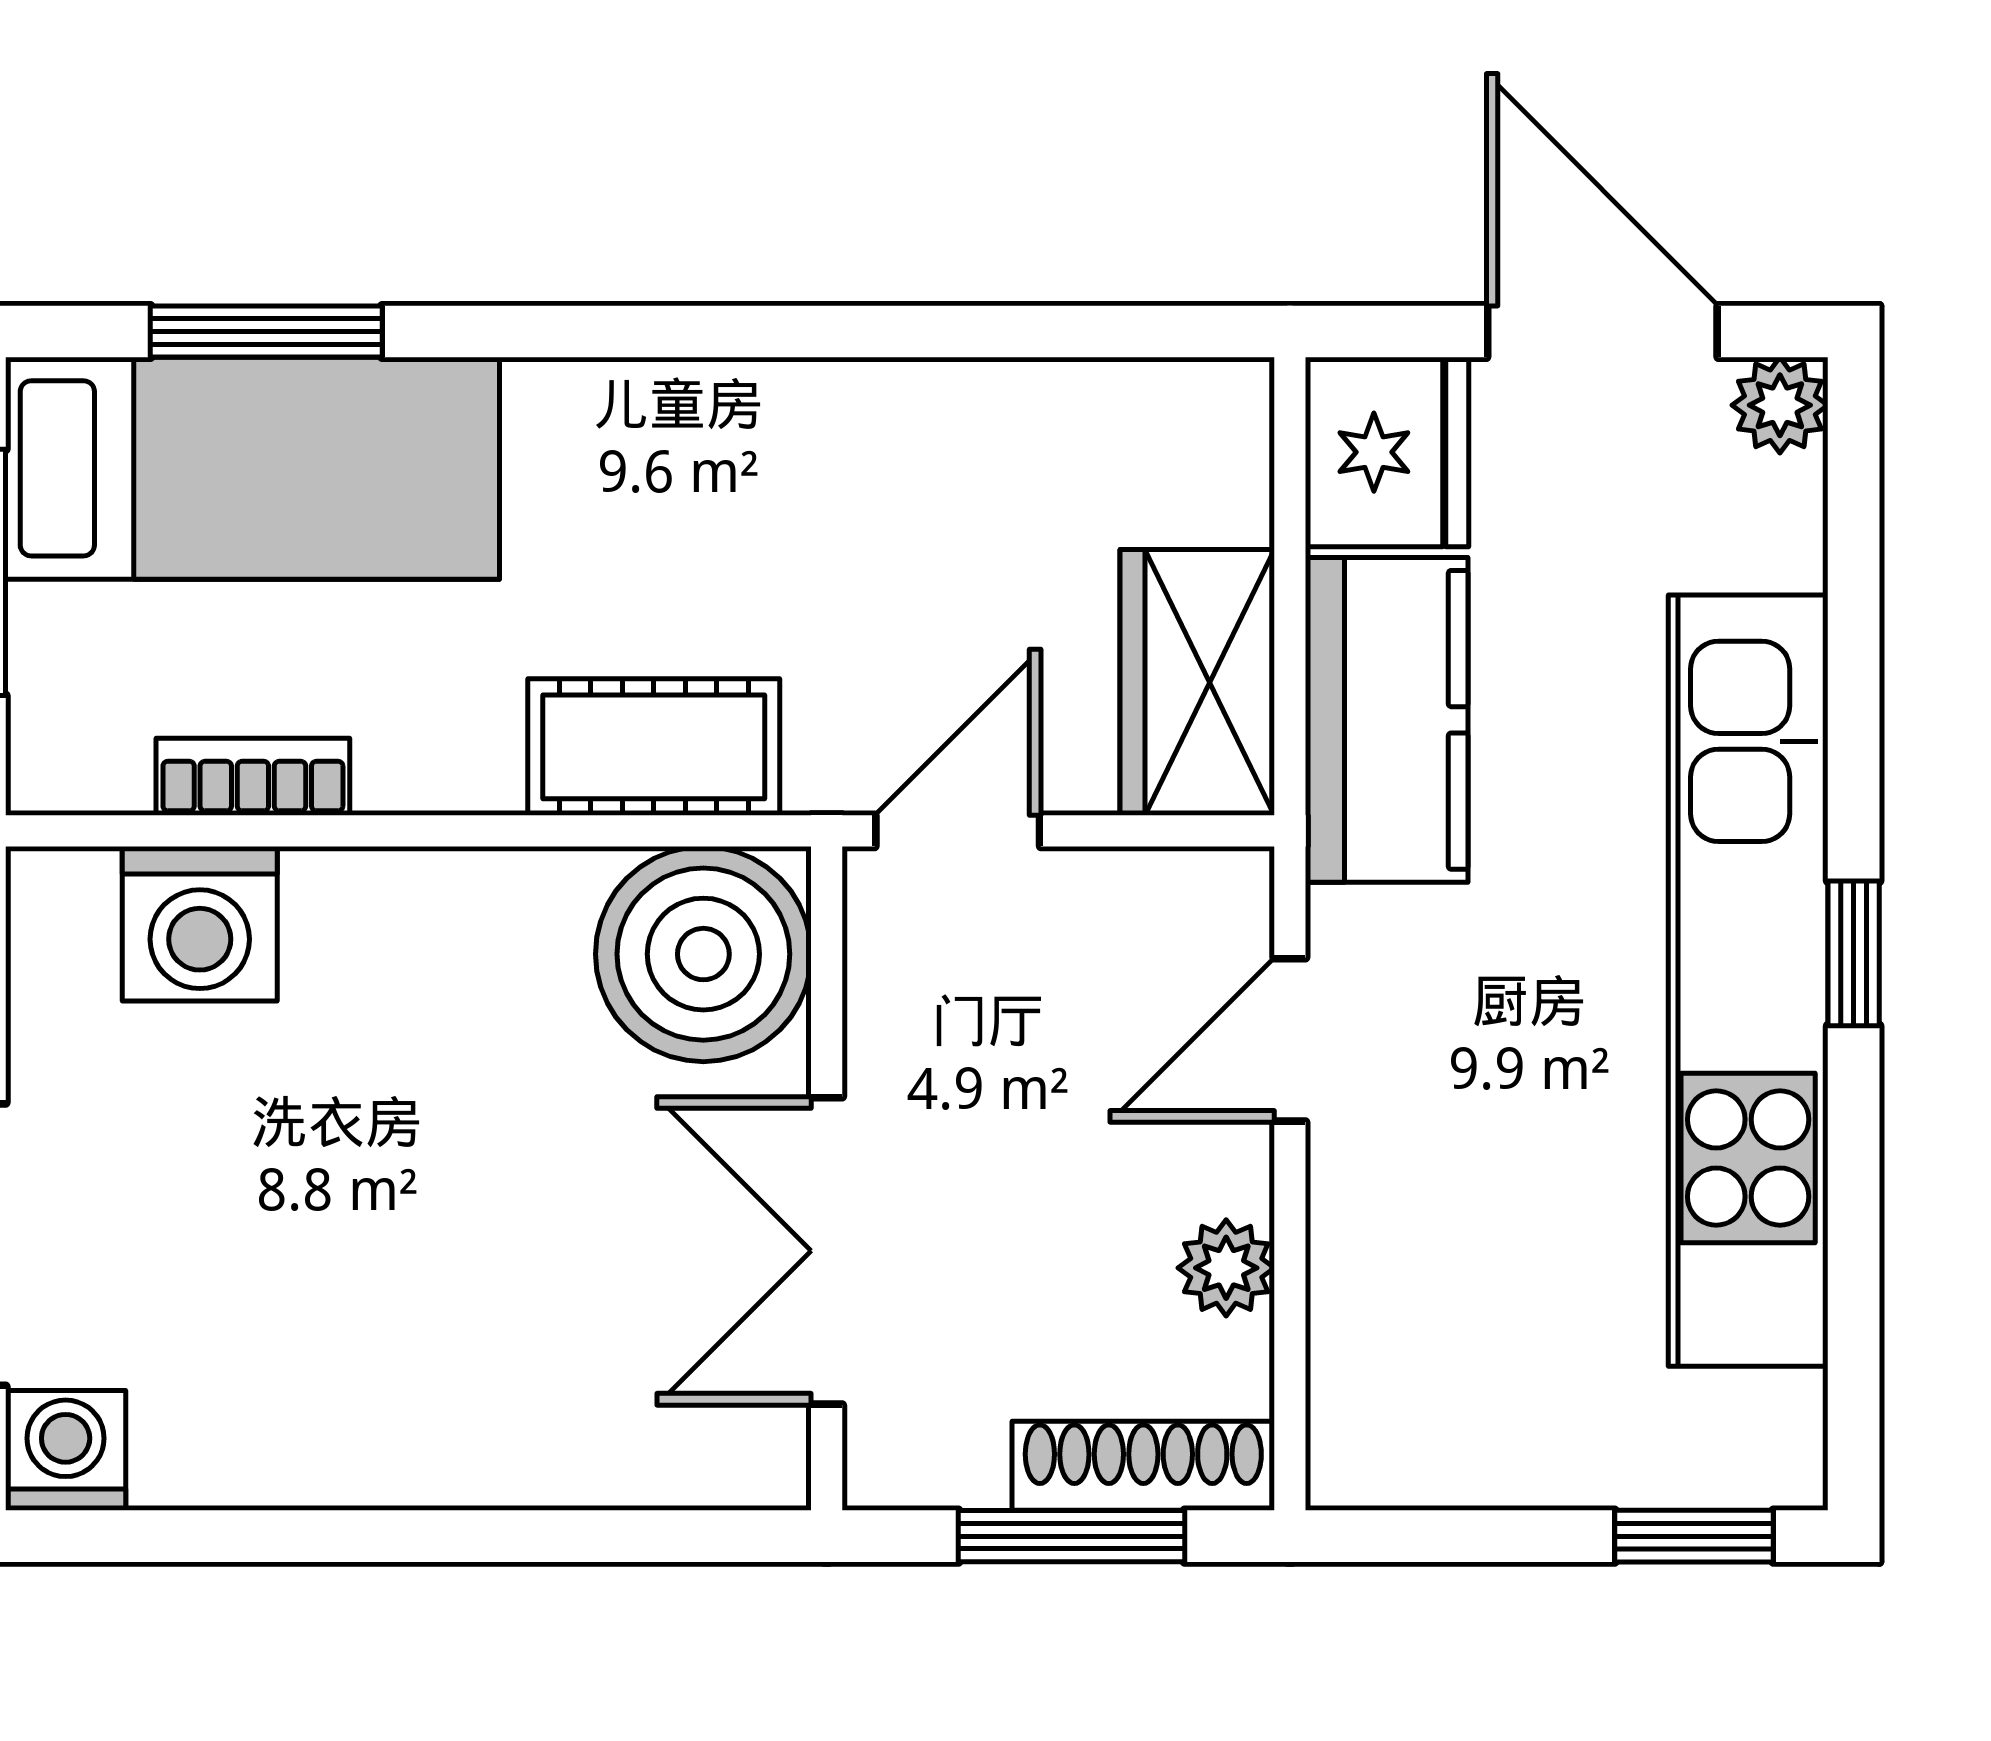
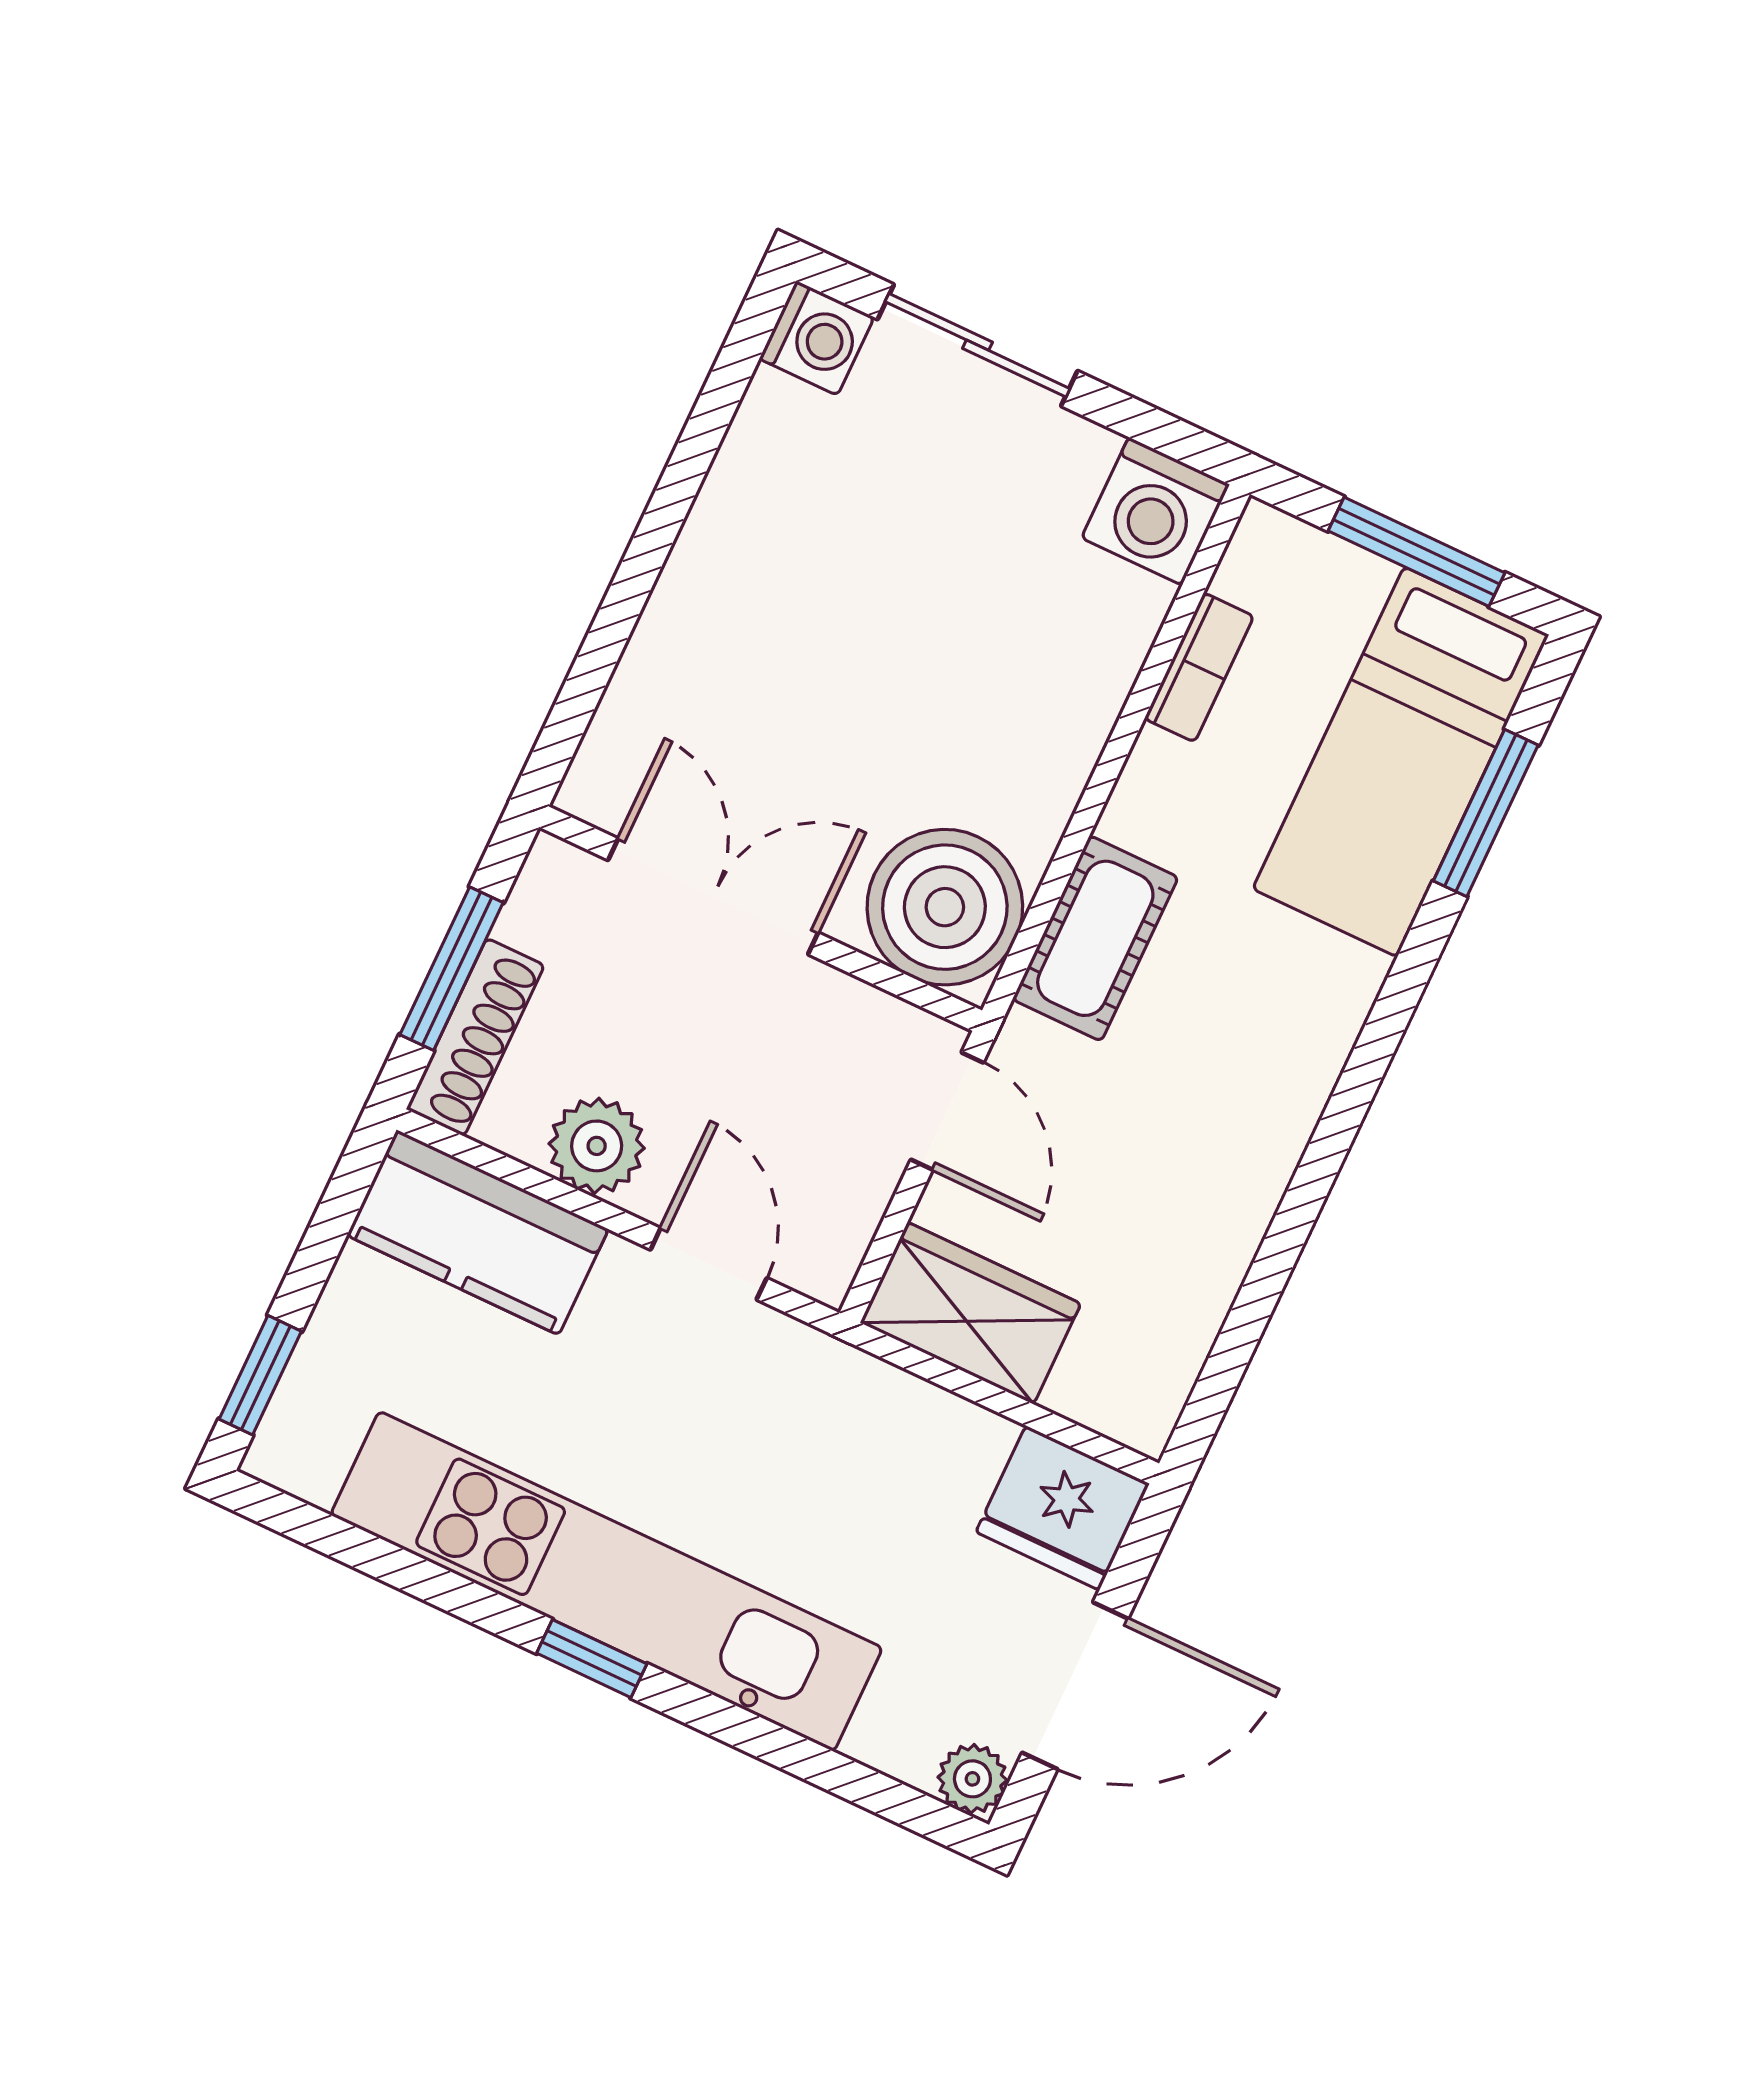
kitchen counter: (1387, 720) -> (478, 1232), moved
washing machine: (200, 924) -> (1155, 511), moved, turned -90
plant: (1226, 1268) -> (597, 1146), width x1.38, depth x1.38

